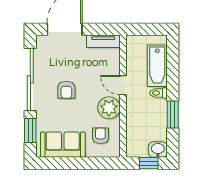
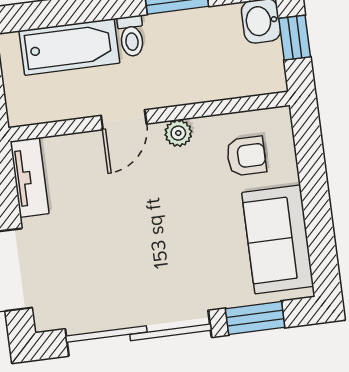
armchair: (66, 90) -> (151, 247), removed
plant: (109, 108) -> (178, 133), width x0.53, depth x0.53
armchair: (100, 136) -> (246, 156), turned 180

